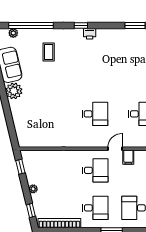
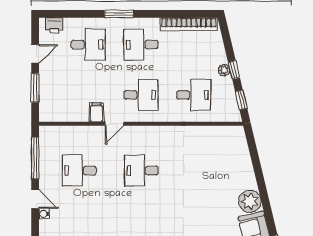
desk: (56, 170) -> (194, 95), added
desk: (95, 170) -> (141, 95), turned 180
window: (31, 211) -> (234, 70), moved

